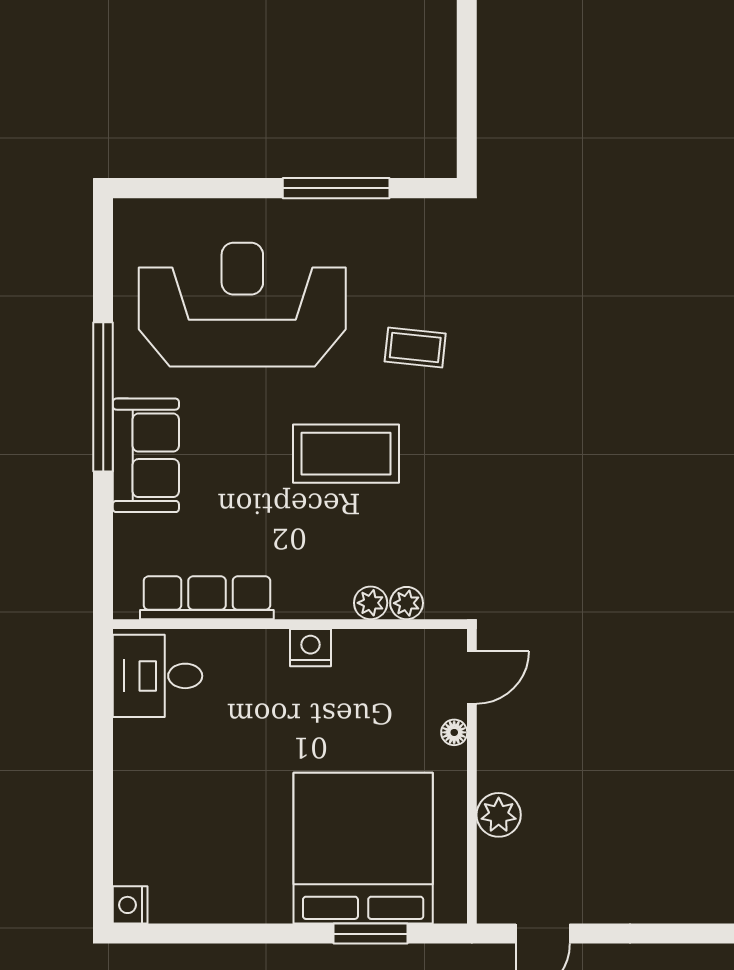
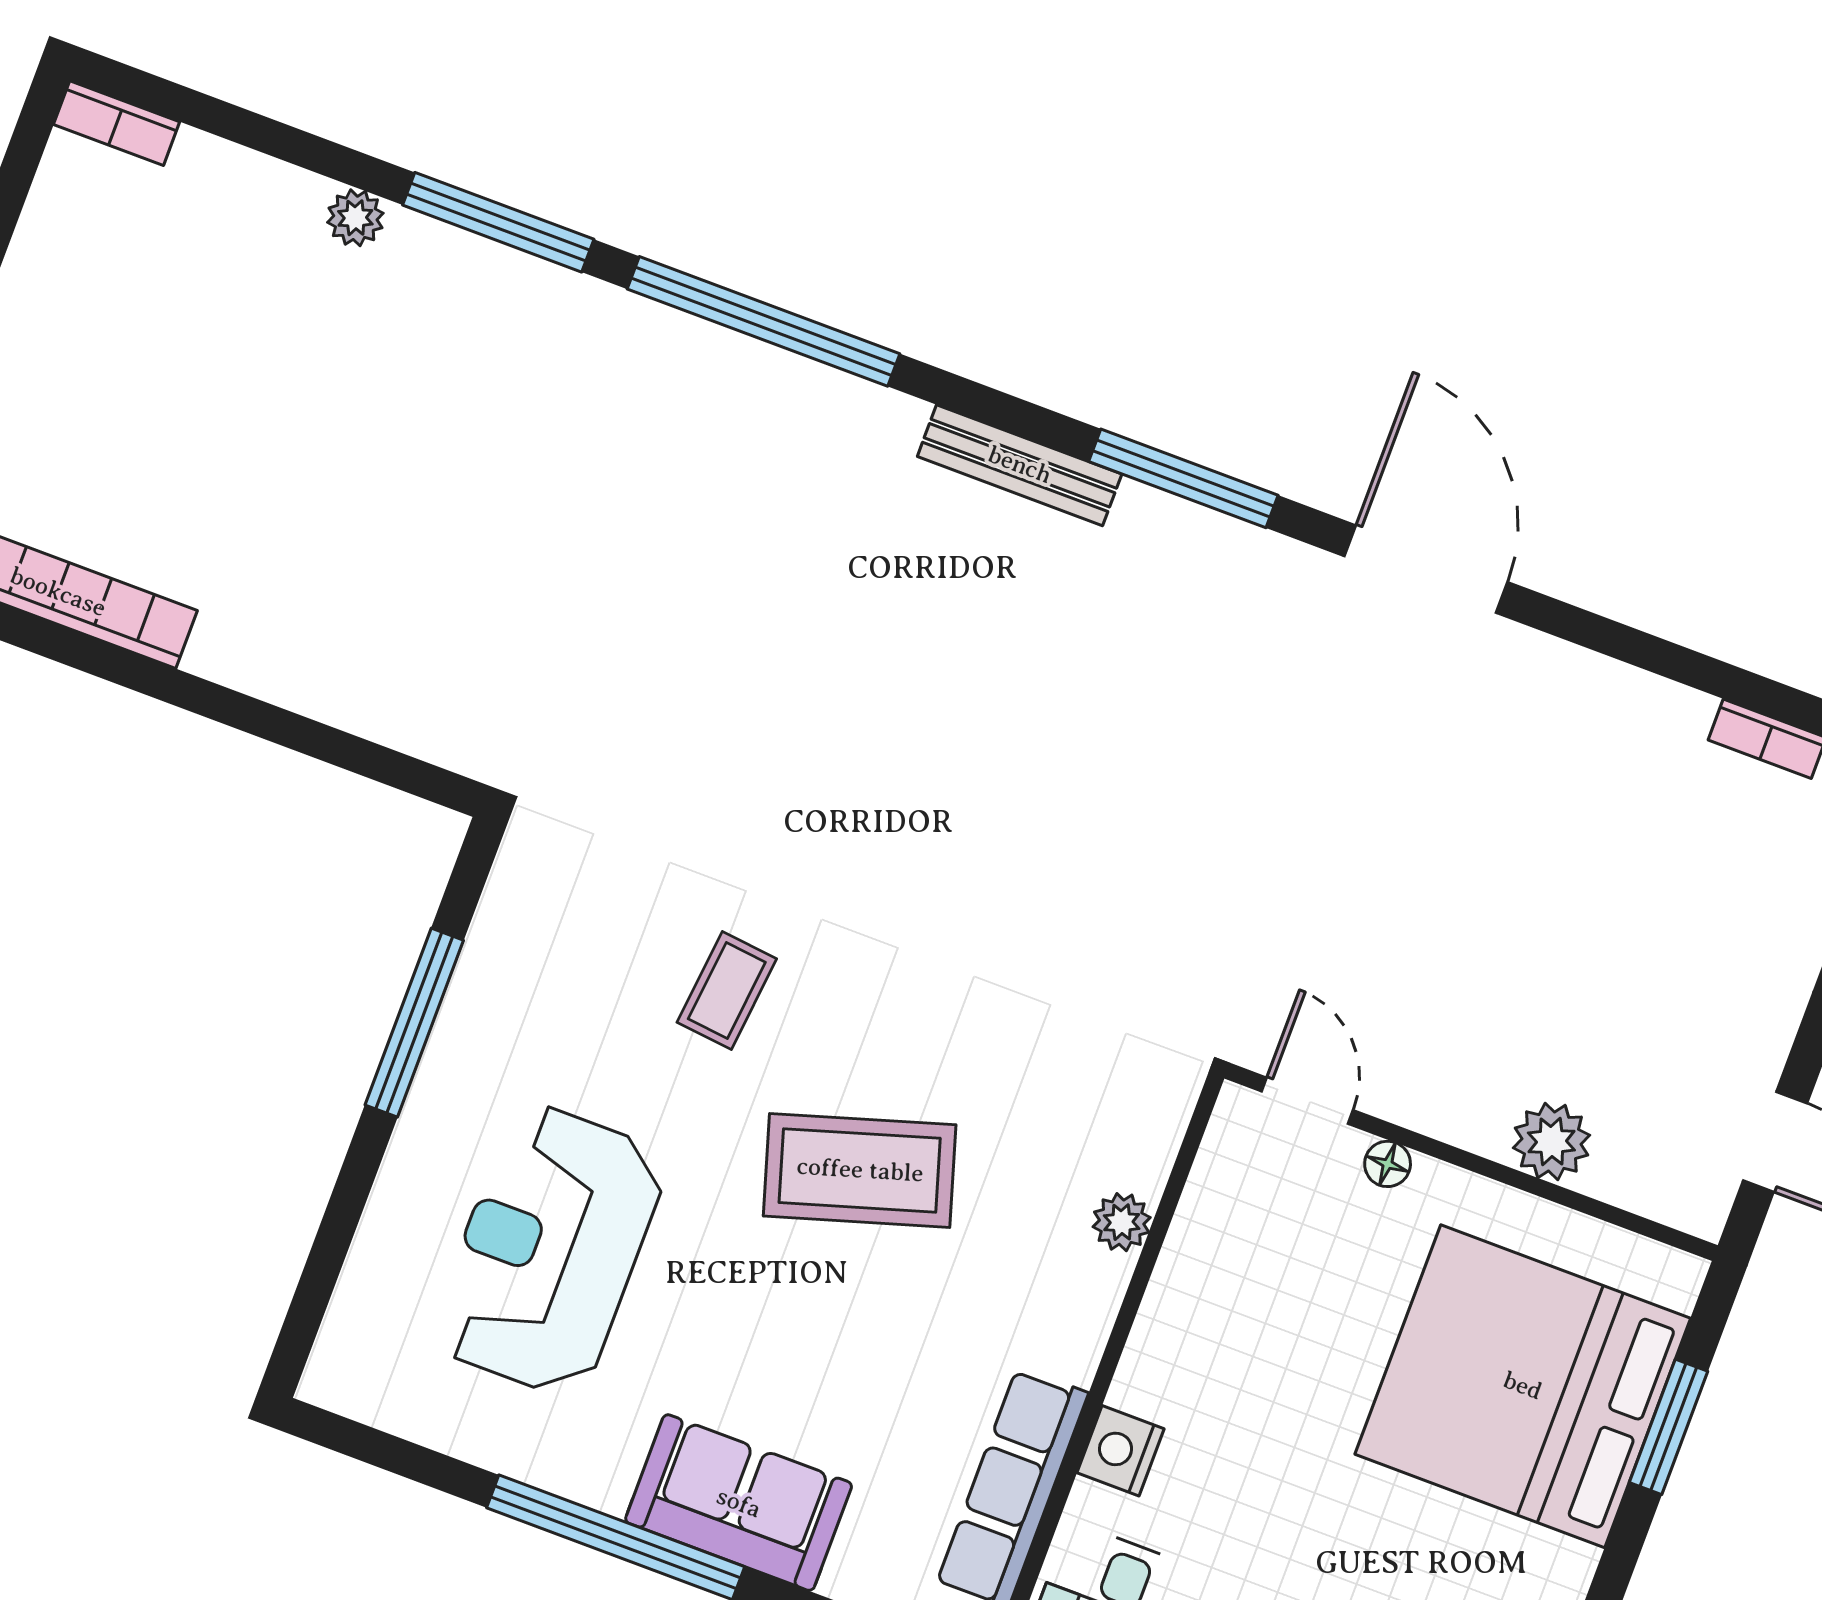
reception desk: (242, 305) -> (549, 1250), width x0.74, depth x0.77
coffee table: (346, 454) -> (860, 1170), turned 73
plant: (407, 603) -> (1144, 1163), removed
nightstand: (310, 648) -> (1120, 1451), moved

